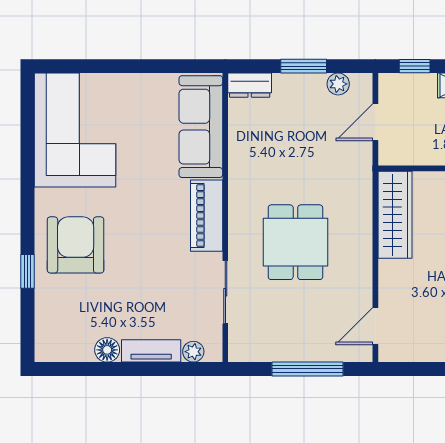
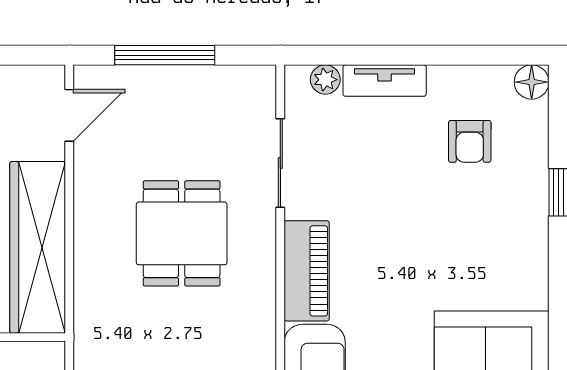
wardrobe: (395, 215) -> (38, 247), width x1.40, depth x1.17
armchair: (76, 245) -> (470, 141), moved, width x0.53, depth x0.53
floor lamp: (107, 350) -> (532, 82), moved

